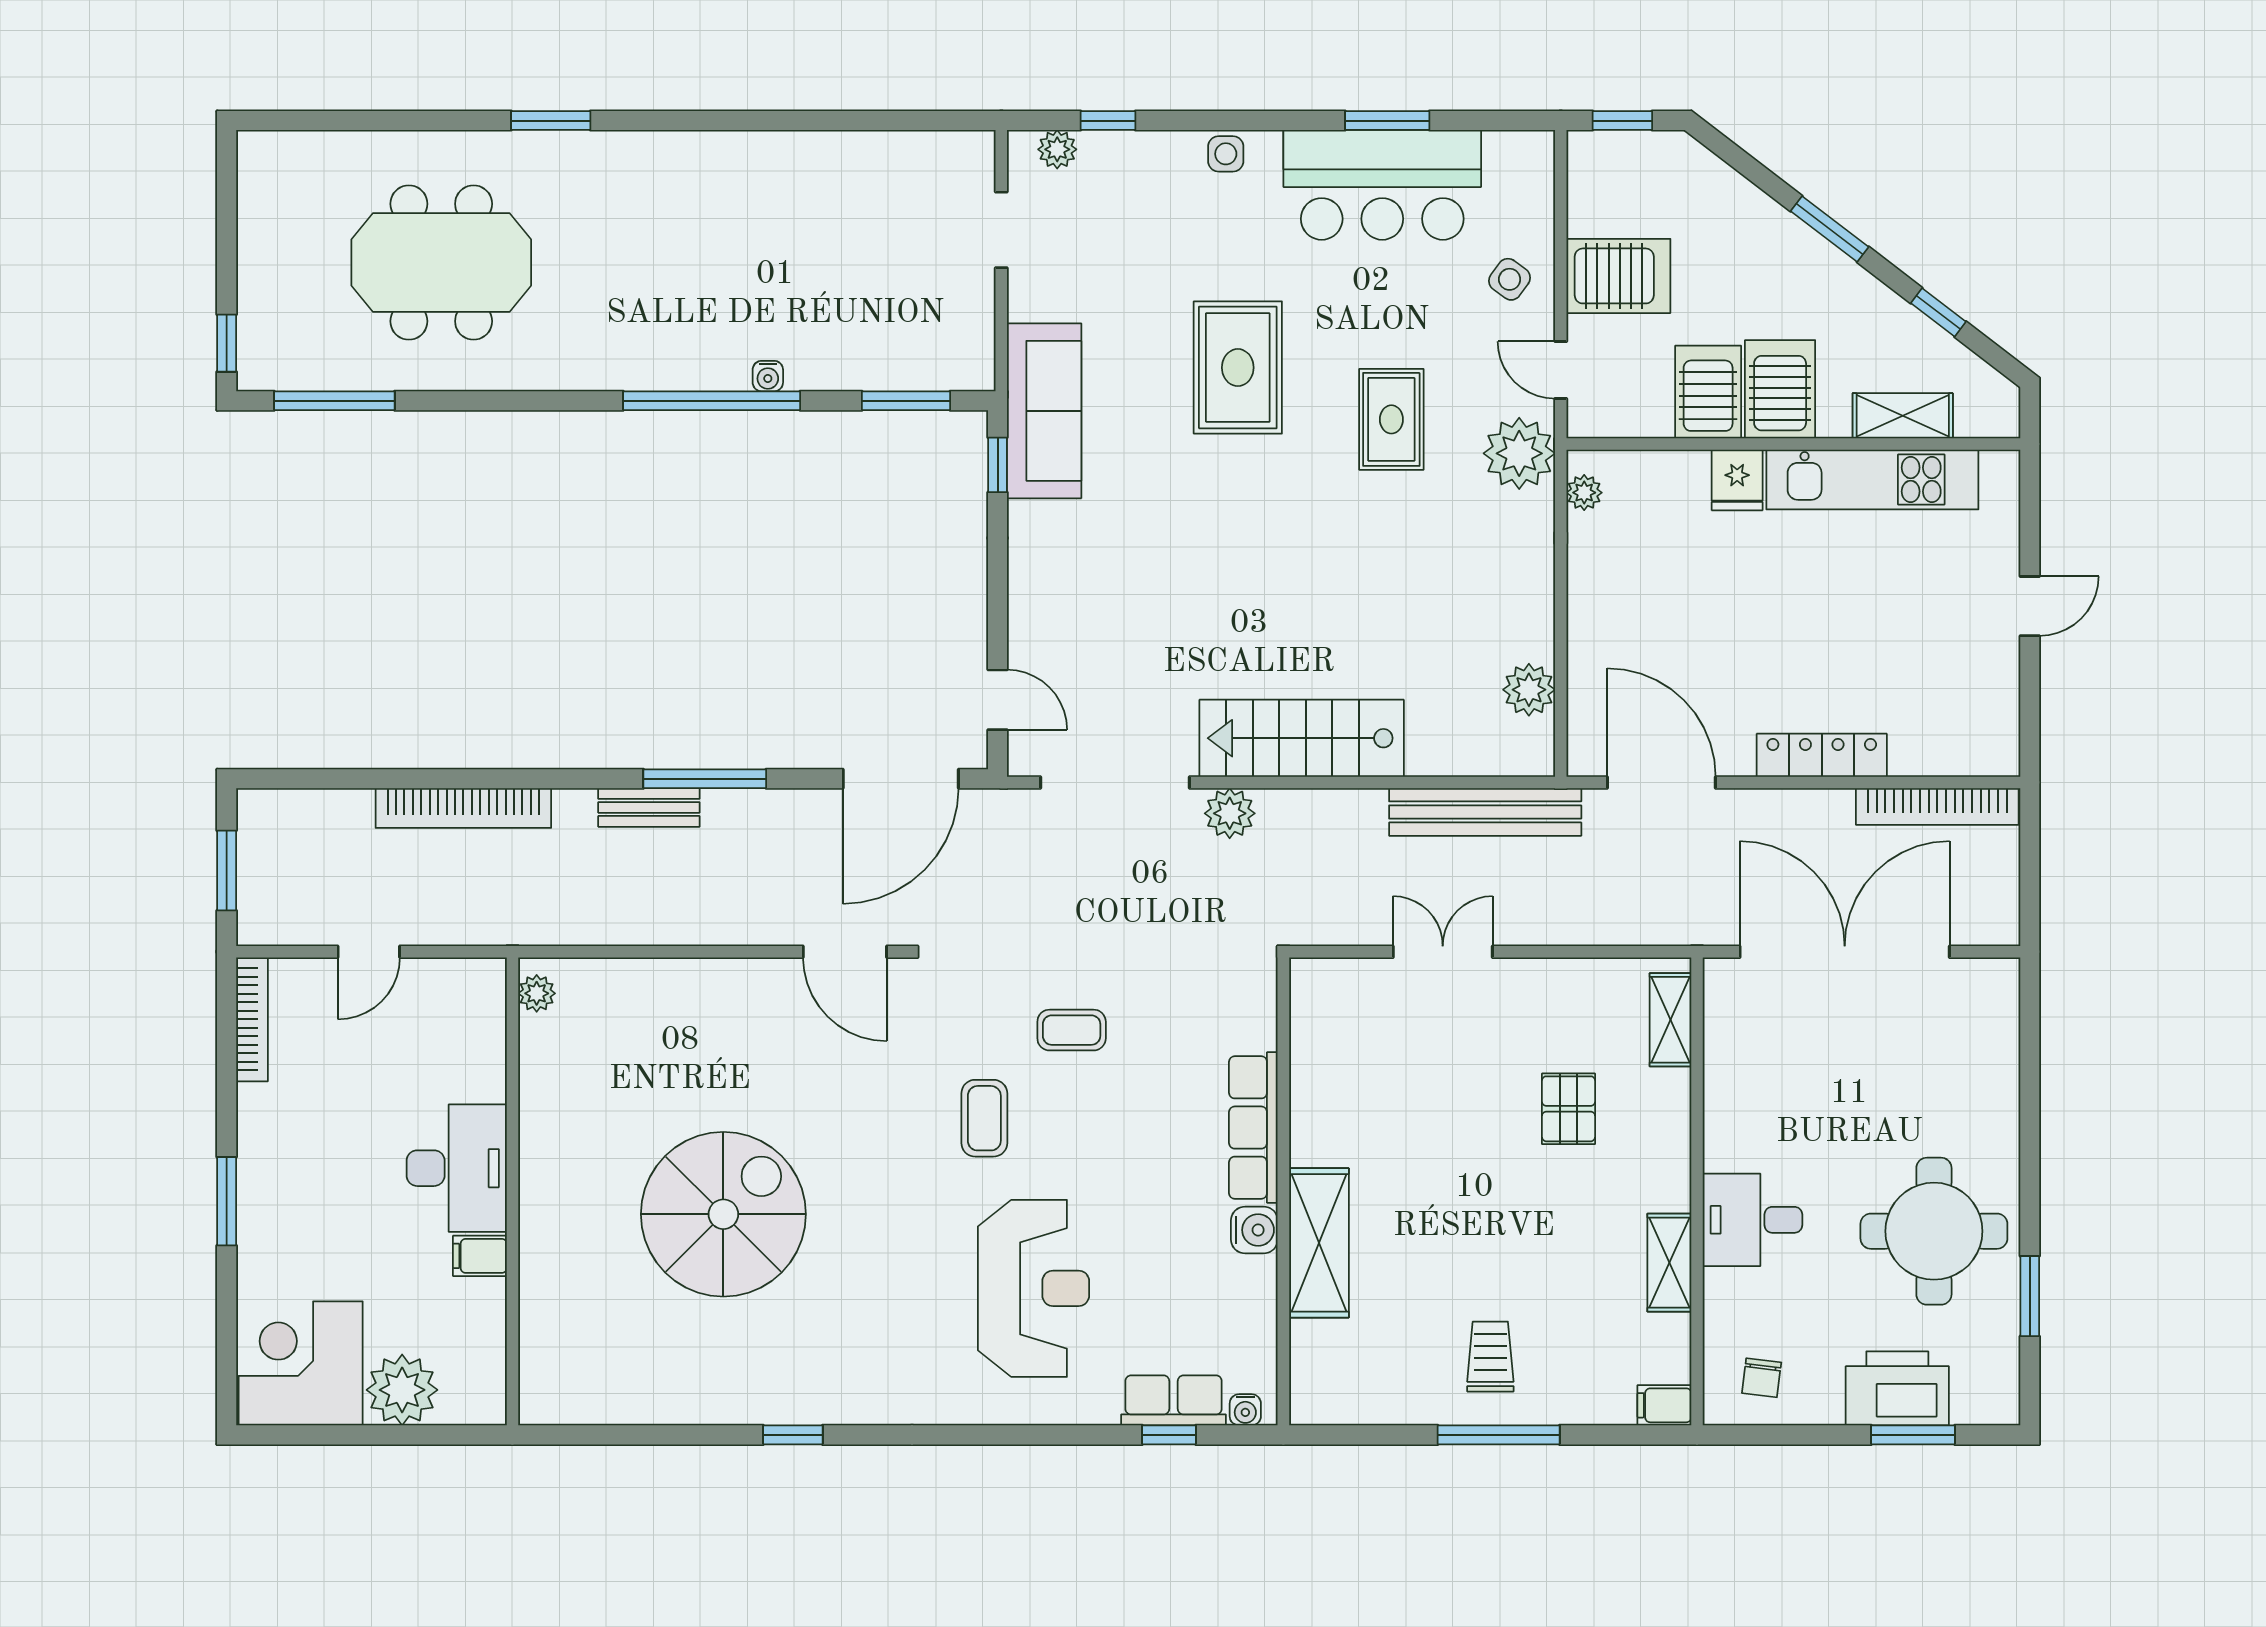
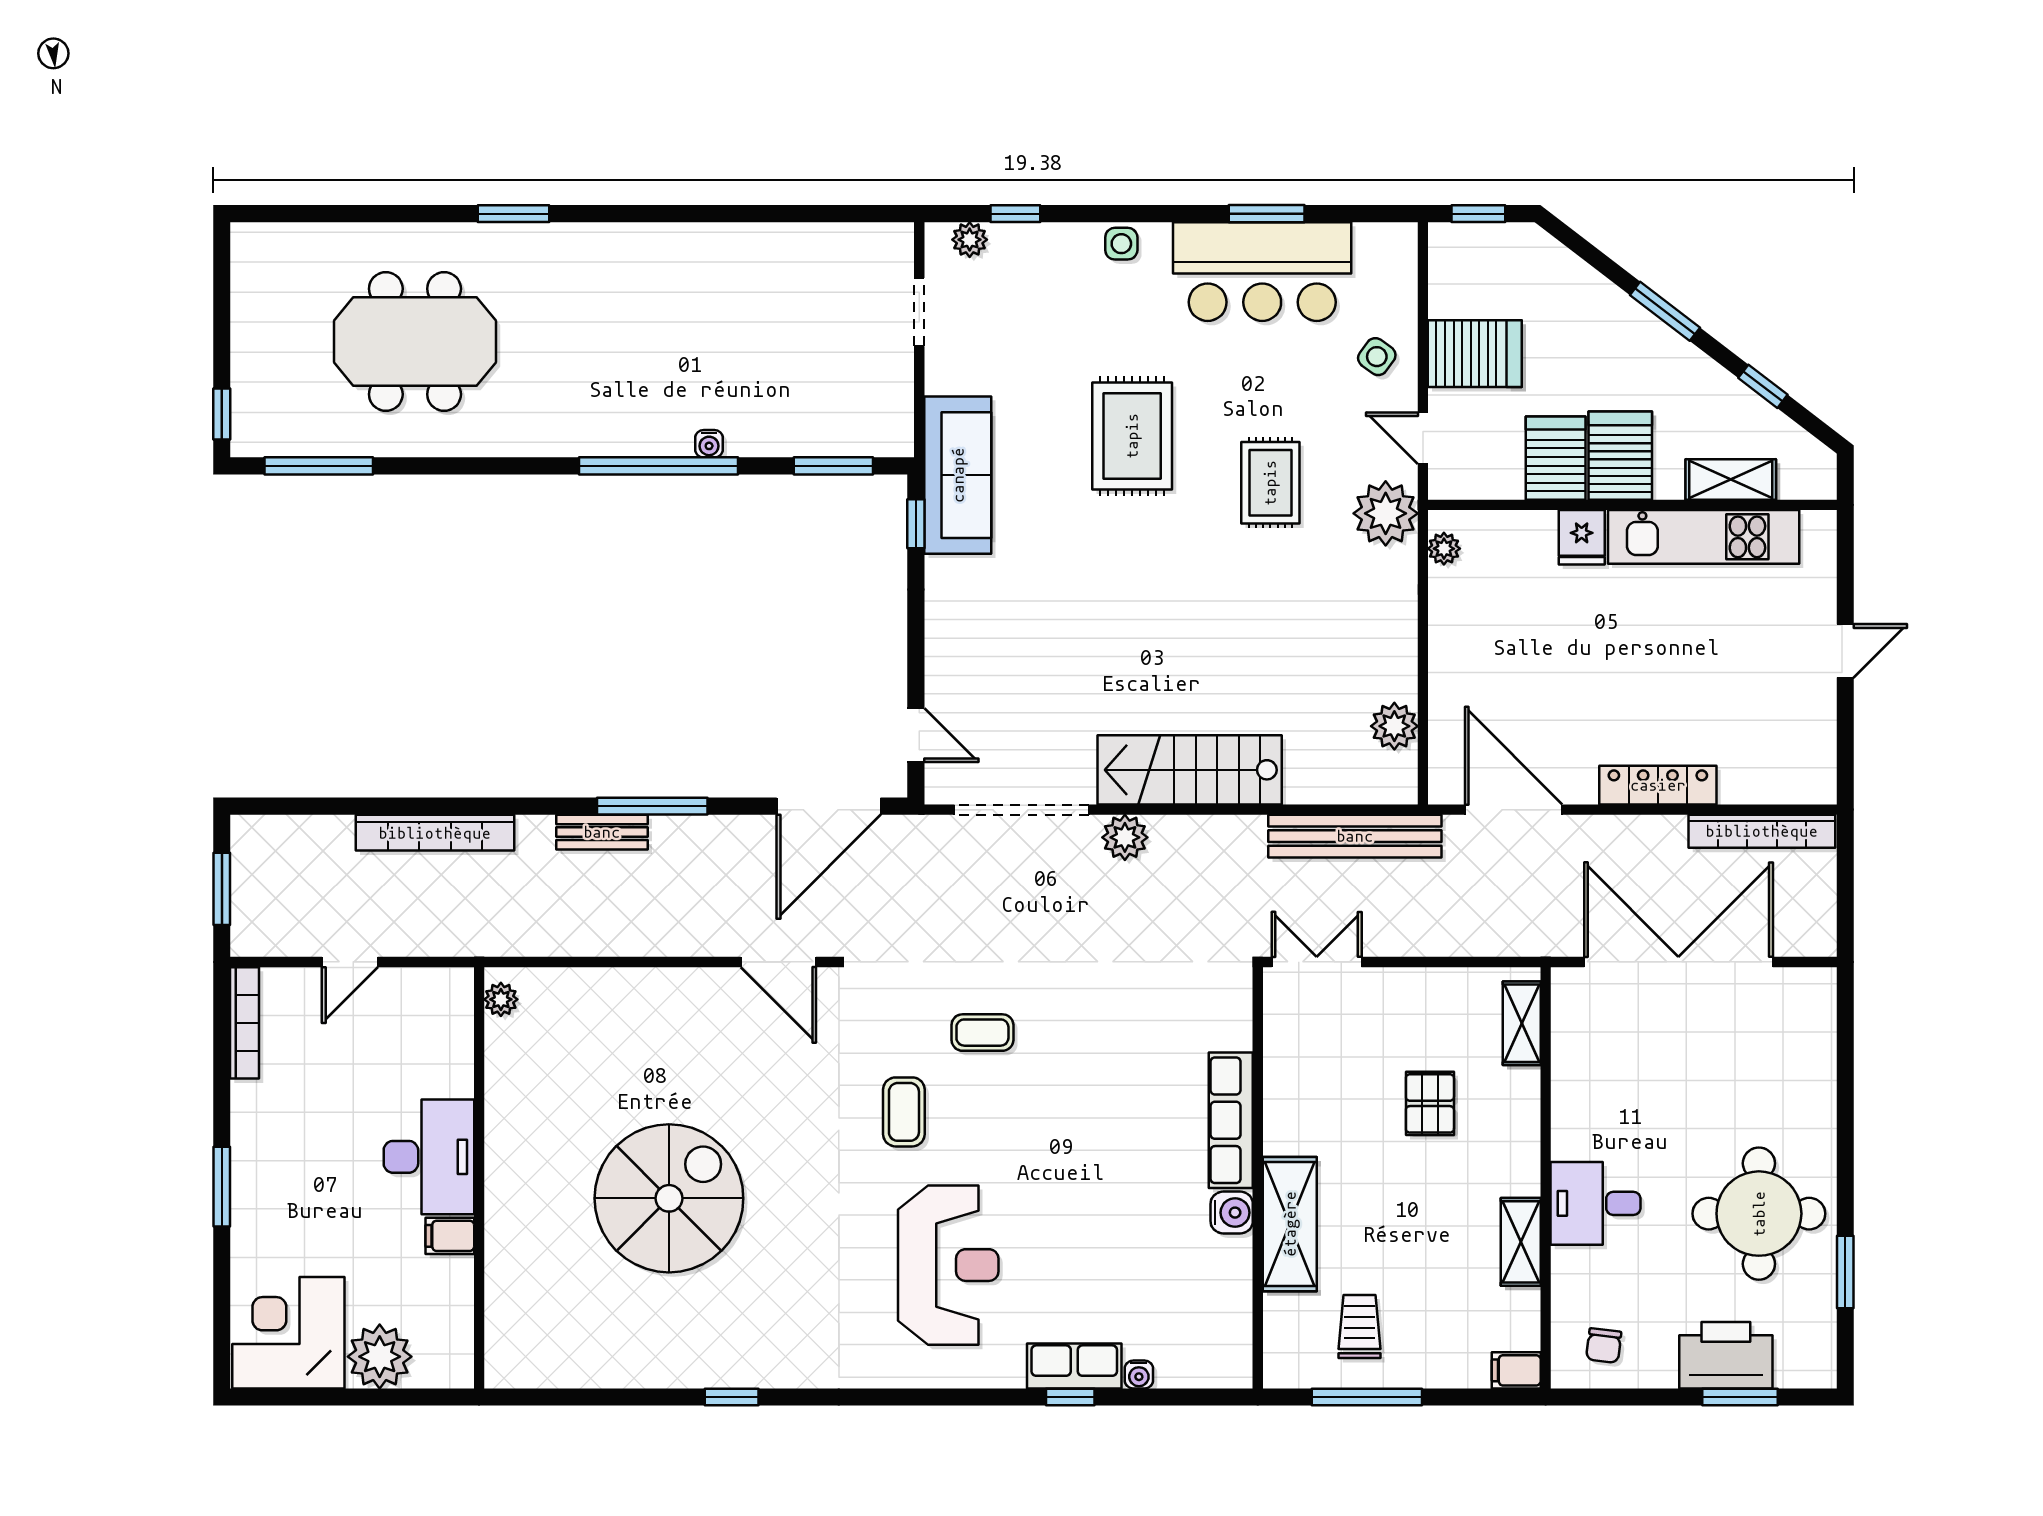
row of seats: (1253, 1128) -> (1231, 1120), moved
wall: (1283, 1191) -> (1258, 1178), moved
water cooler: (1254, 1230) -> (1232, 1213), moved
shelving: (1319, 1243) -> (1290, 1224), moved

